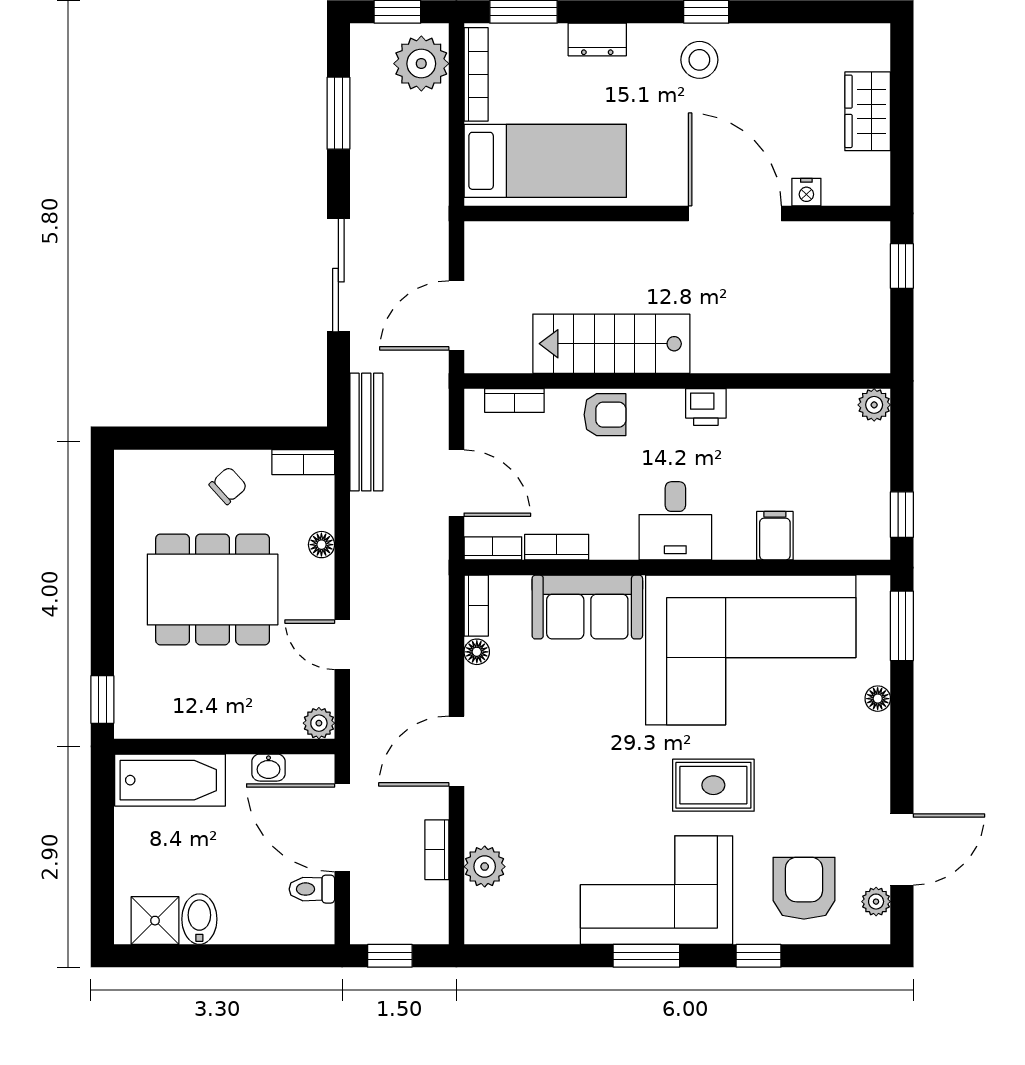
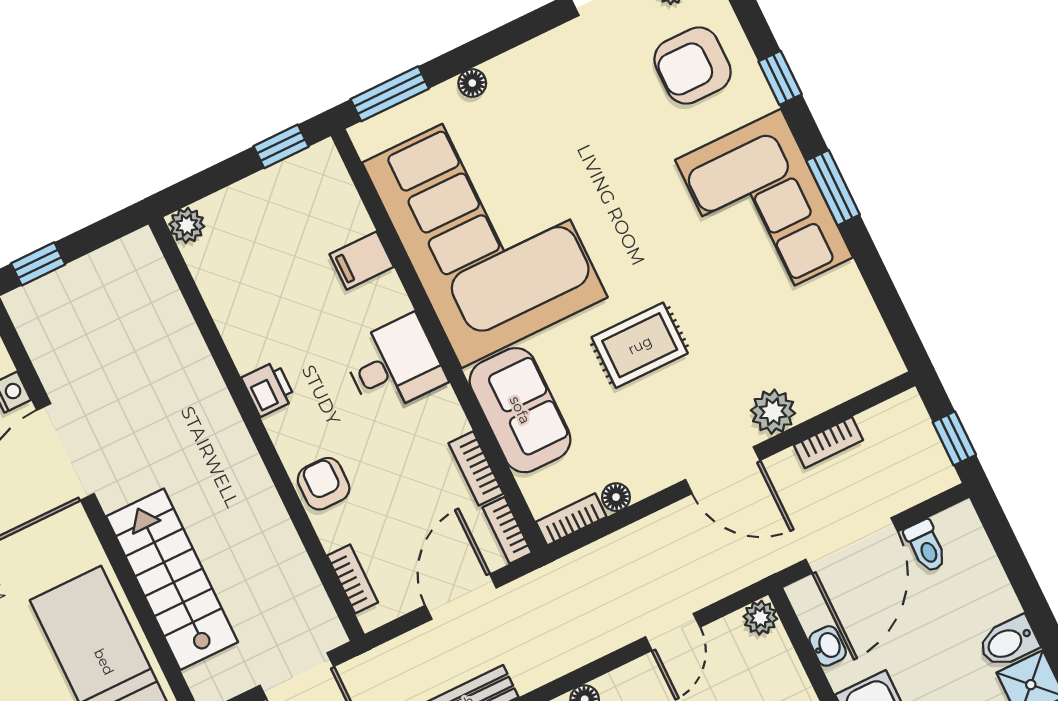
stairs: (611, 344) -> (172, 579), moved, turned 180
rug: (713, 785) -> (640, 345), moved, turned 90
plant: (485, 867) -> (773, 412), moved

